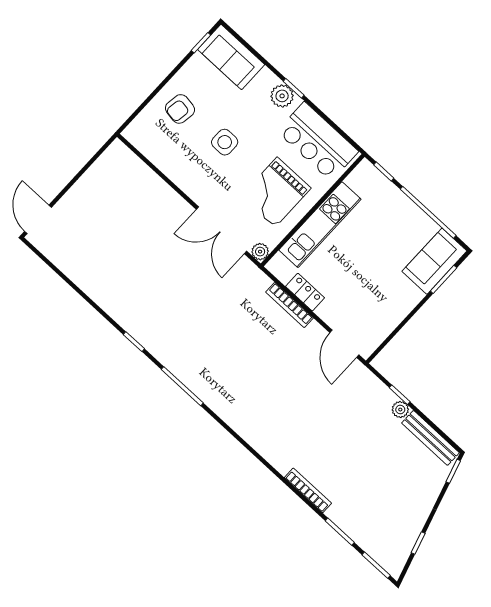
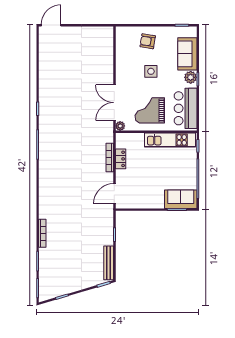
sofa: (231, 57) -> (187, 54), moved
kitchen unit: (320, 225) -> (170, 140), moved
plant: (400, 410) -> (109, 240), removed

